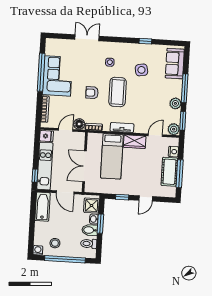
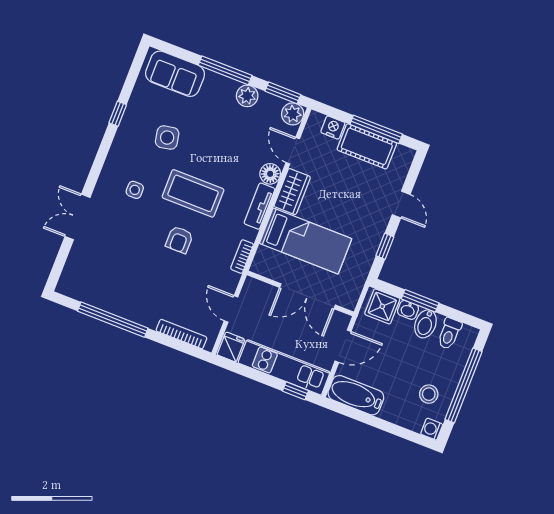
corner sofa: (58, 76) -> (129, 292), removed
floor lamp: (79, 124) -> (270, 174), moved

